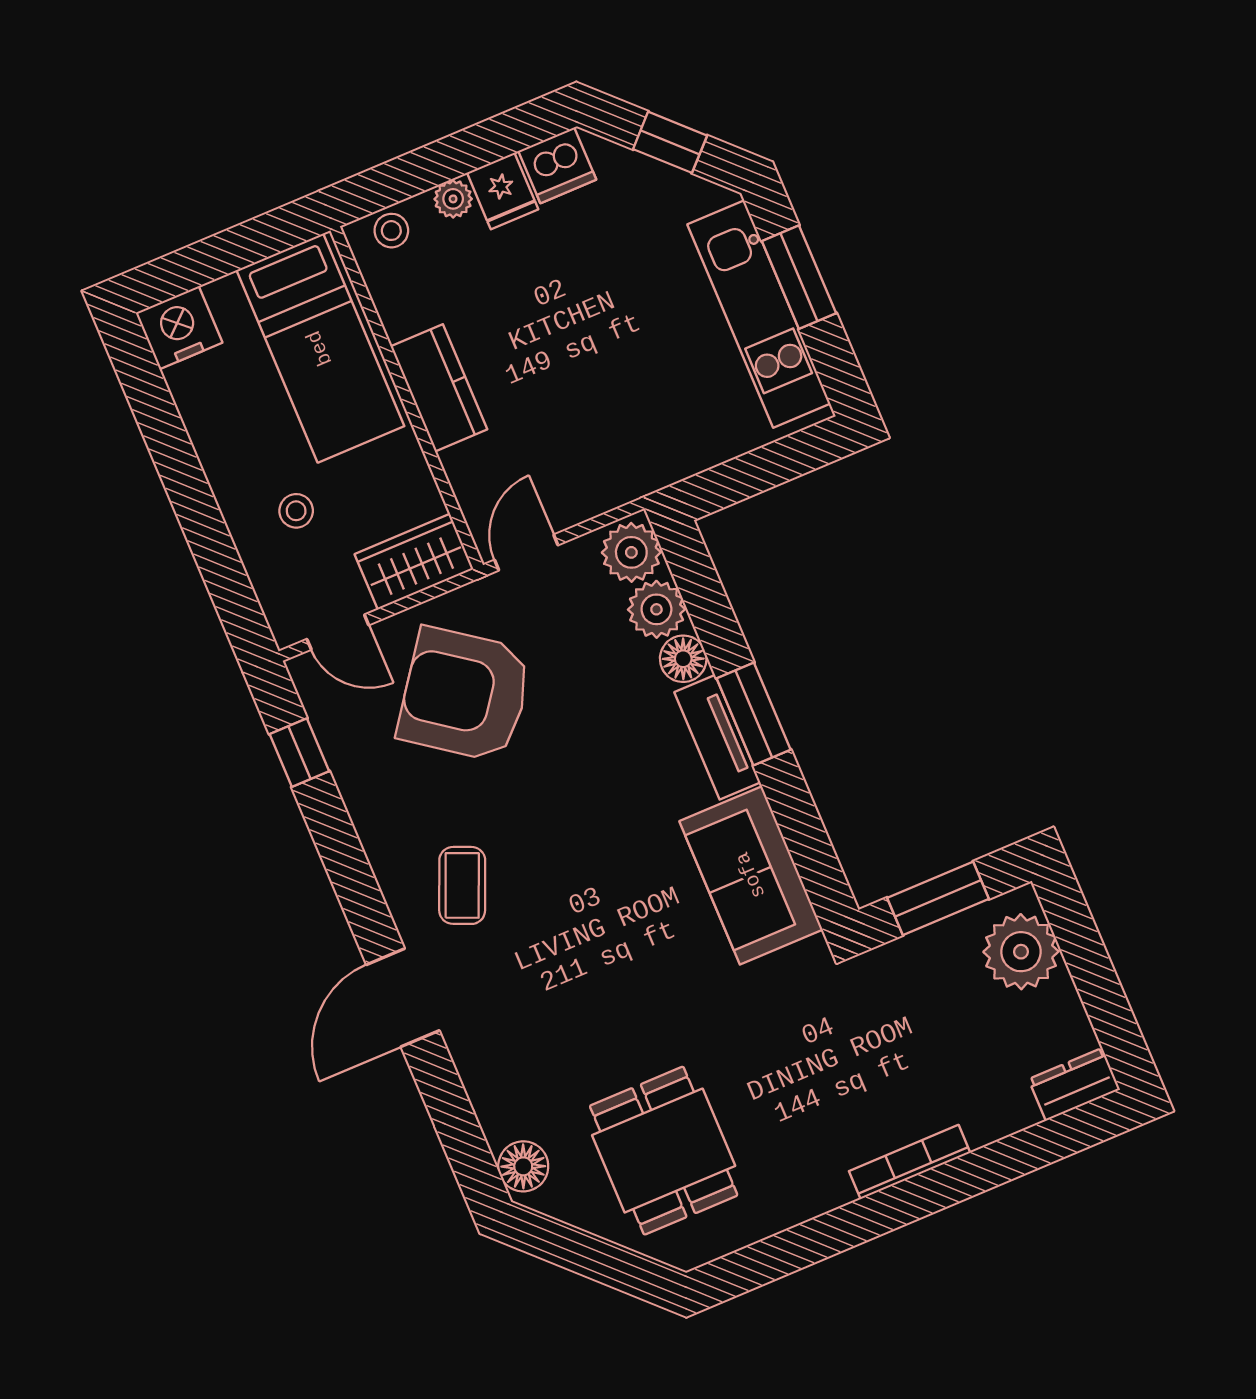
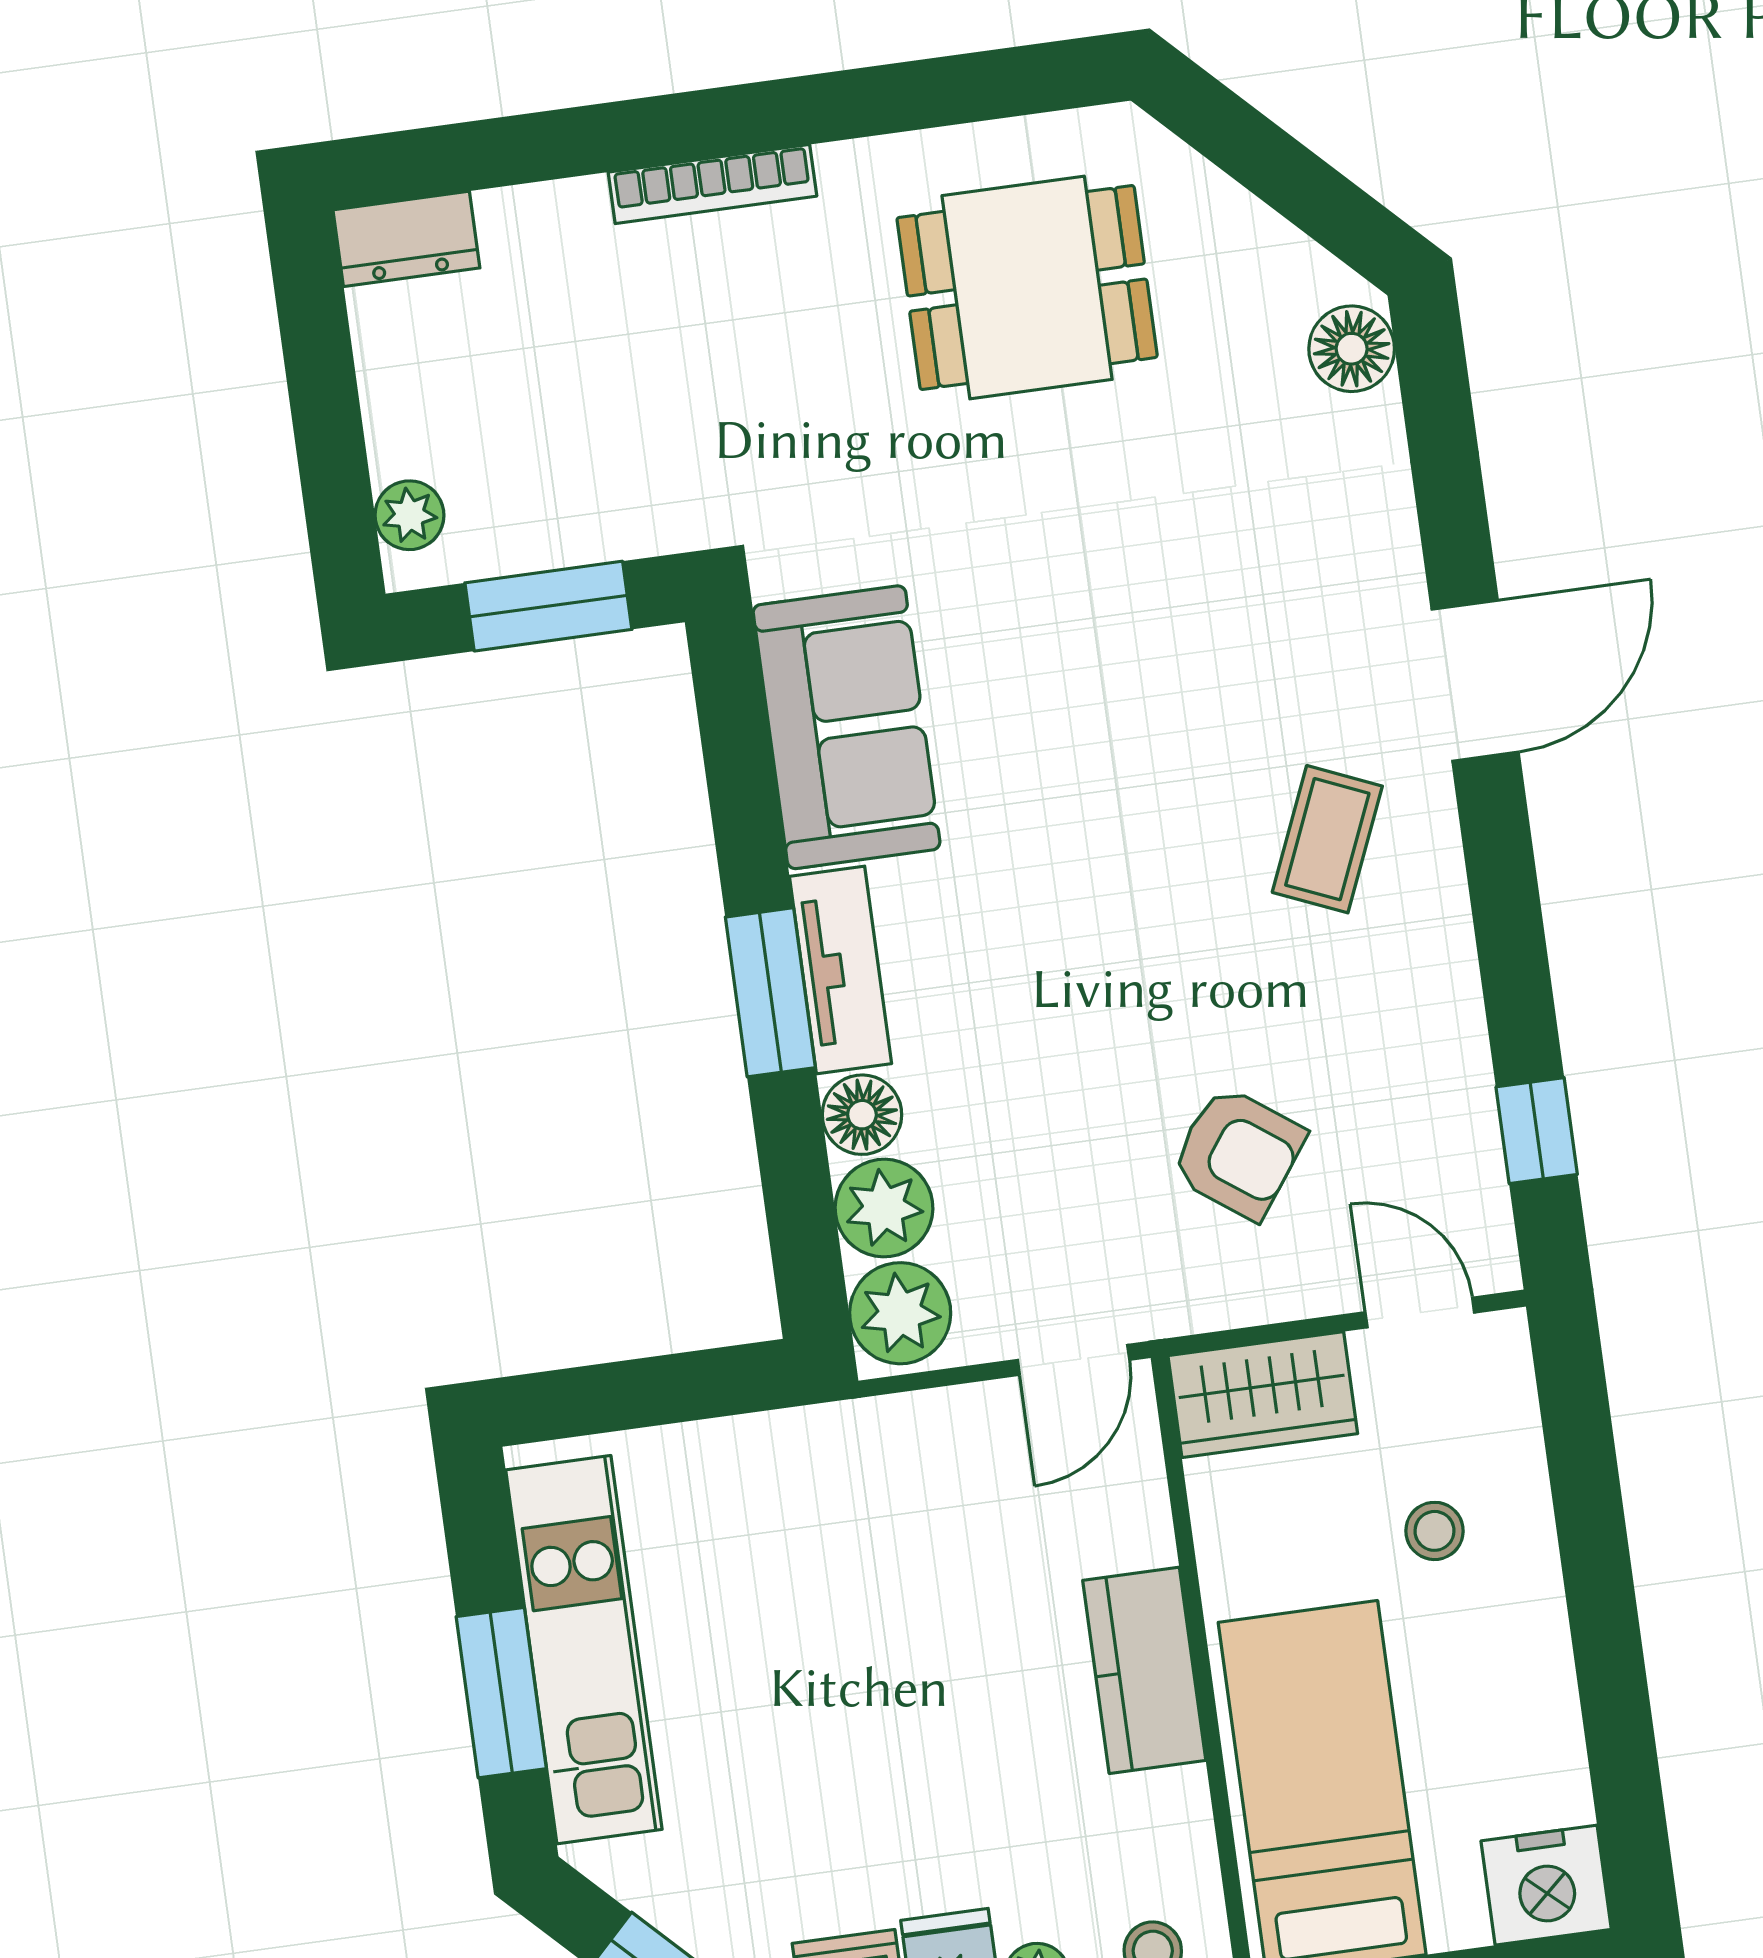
armchair: (465, 695) -> (1238, 1153), width x0.53, depth x0.53
plant: (1021, 952) -> (409, 515), width x0.53, depth x0.53
dining table: (664, 1151) -> (1027, 288), moved, turned 90

